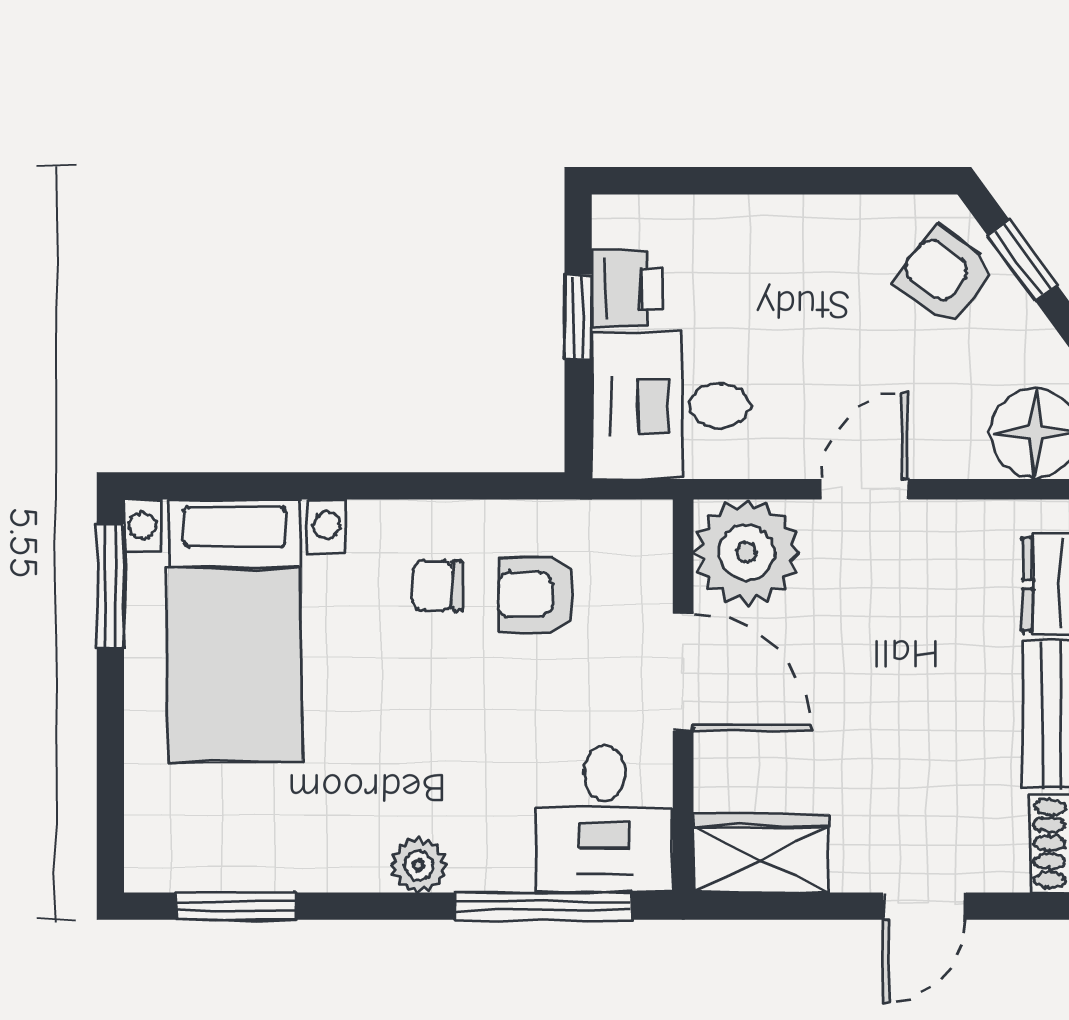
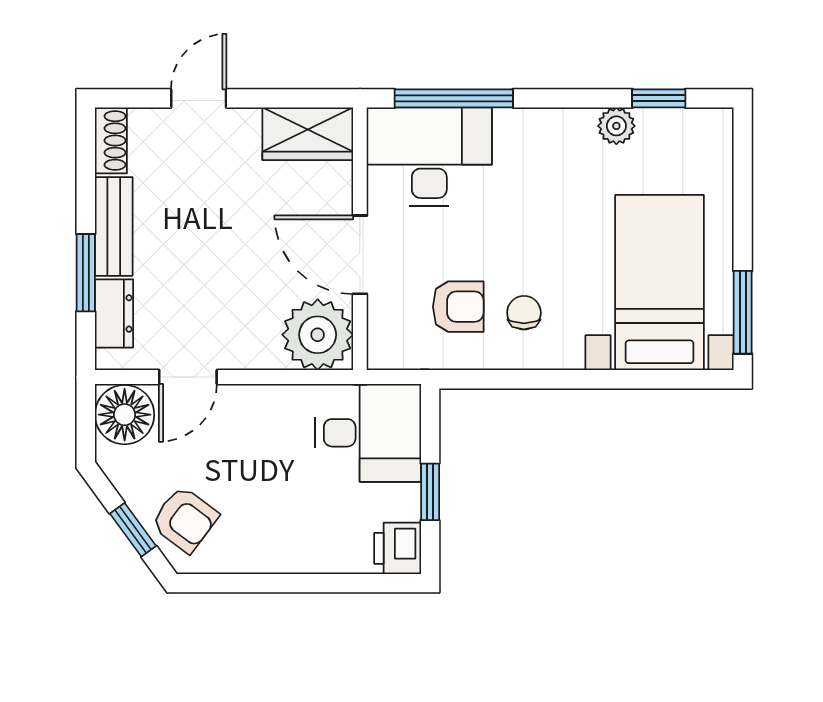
printer: (627, 288) -> (398, 548), moved
door: (865, 489) -> (188, 377), moved
chair: (438, 586) -> (524, 313), turned -90
desk: (605, 819) -> (429, 157), width x1.37
plant: (419, 865) -> (616, 126), moved
window: (236, 906) -> (659, 98), width x0.67

